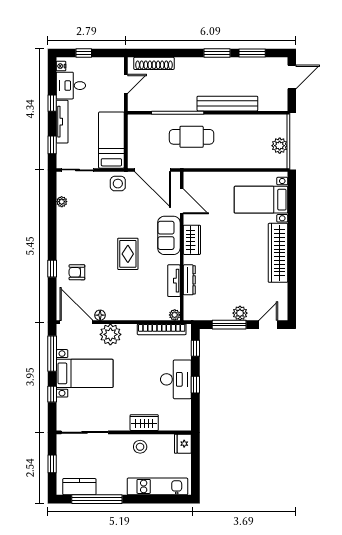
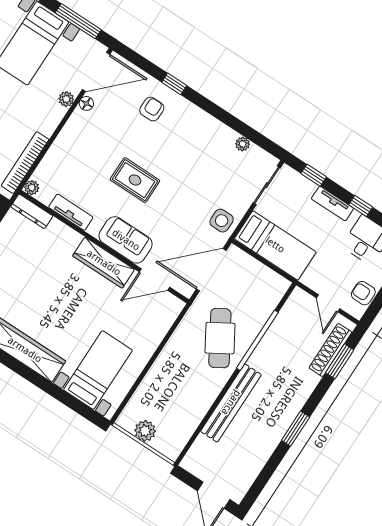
window: (252, 53) -> (340, 361), moved
armchair: (105, 66) -> (363, 293), added
tv unit: (62, 122) -> (332, 204), width x0.71
cafe table: (192, 137) -> (220, 338), turned -31
wardrobe: (192, 240) -> (104, 263), width x1.50
dresser: (189, 280) -> (32, 211), moved
plant: (110, 334) -> (66, 99), width x0.53, depth x0.53

